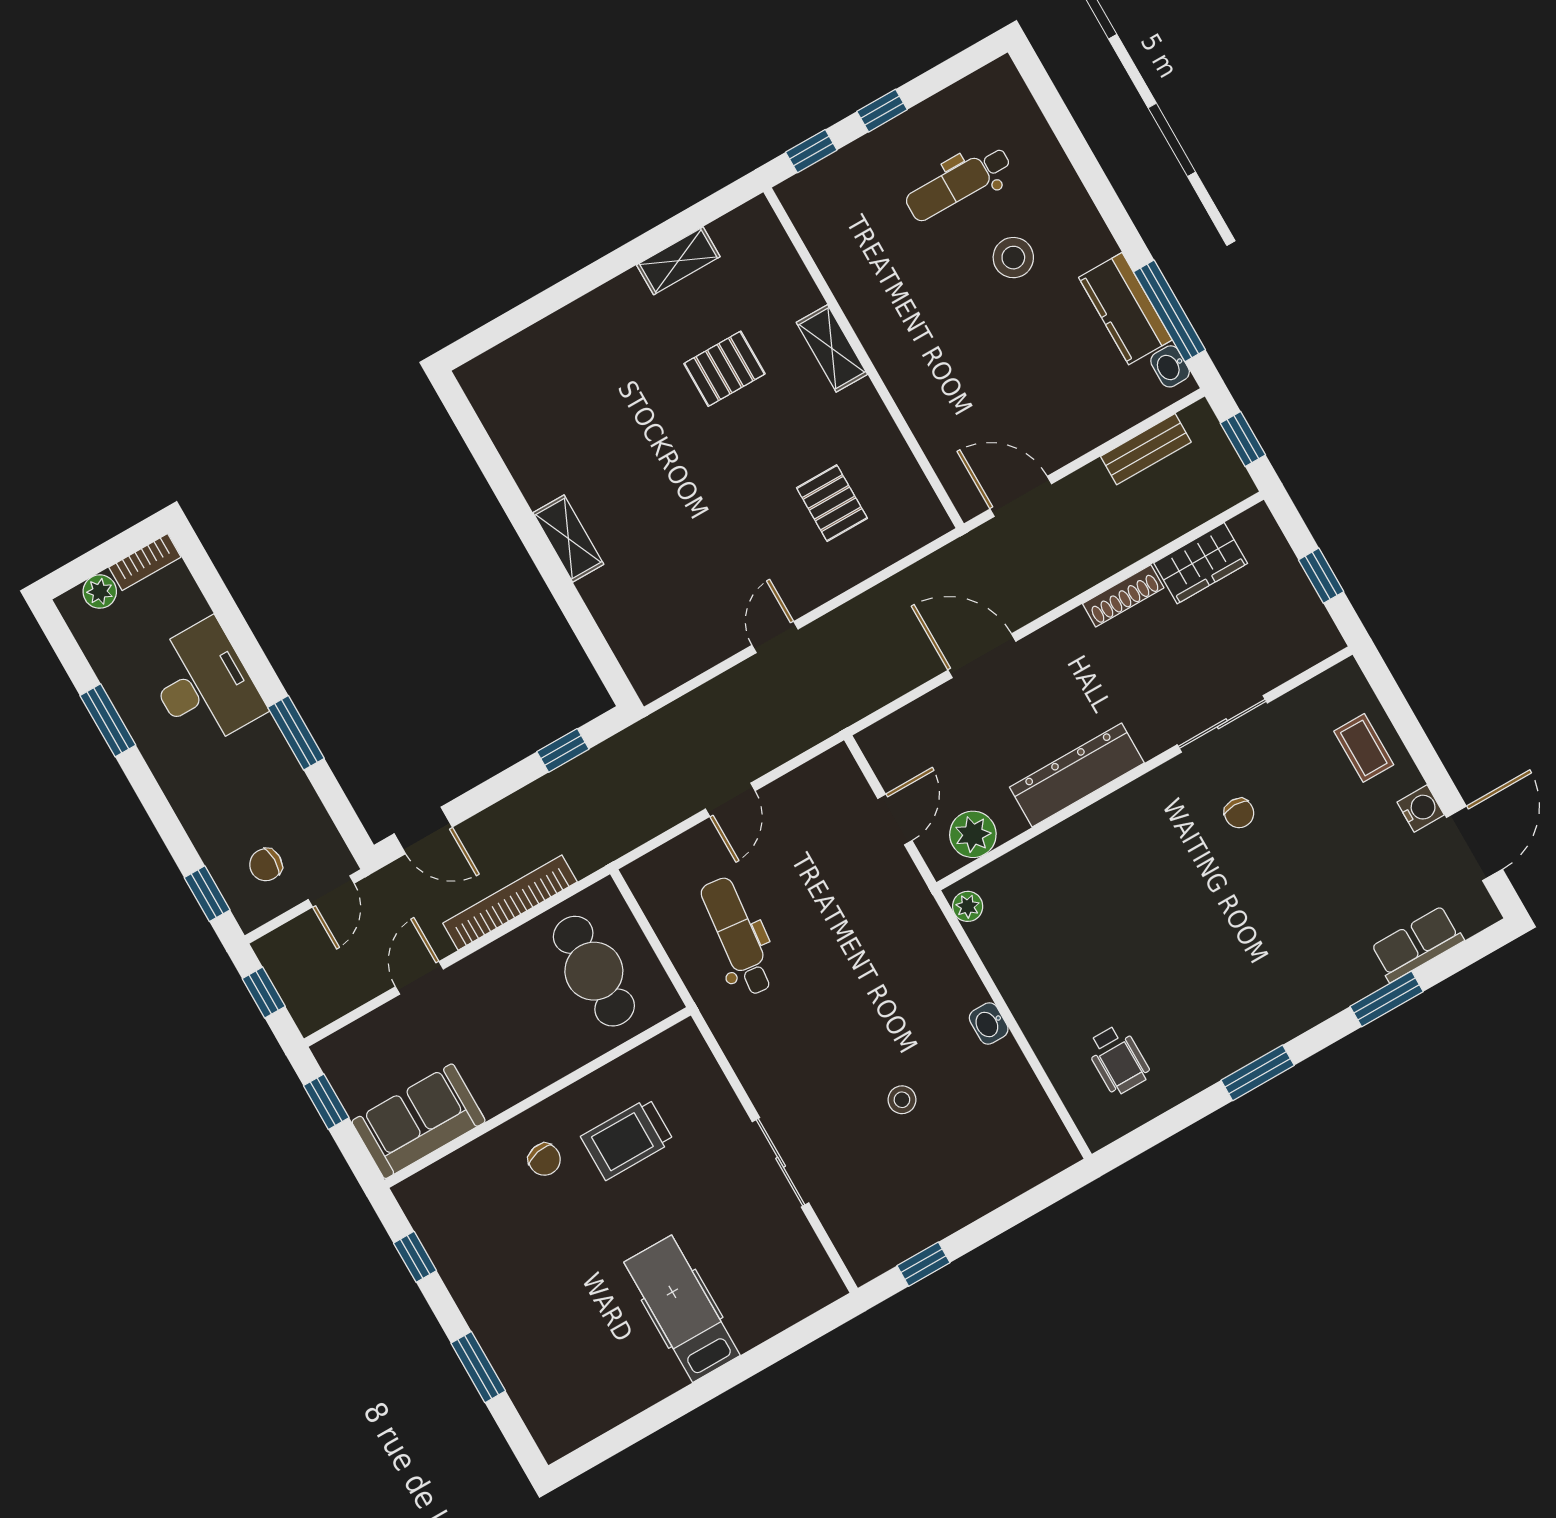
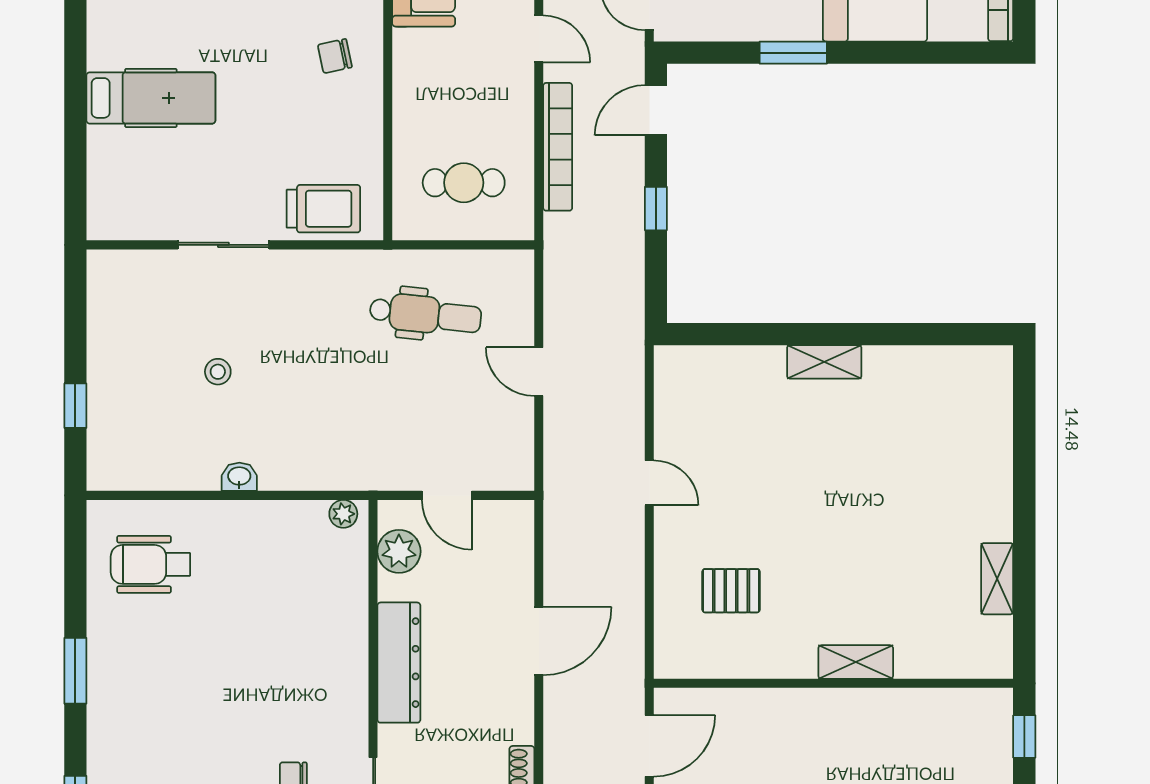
pallet: (724, 369) -> (889, 566), removed
window: (563, 750) -> (656, 209), moved
cafe table: (594, 971) -> (464, 183), width x0.73, depth x0.74
wheelchair: (1118, 1060) -> (150, 564), width x1.36, depth x1.37
trolley: (627, 1139) -> (323, 209), moved, turned 90
window: (923, 1264) -> (75, 406), moved

